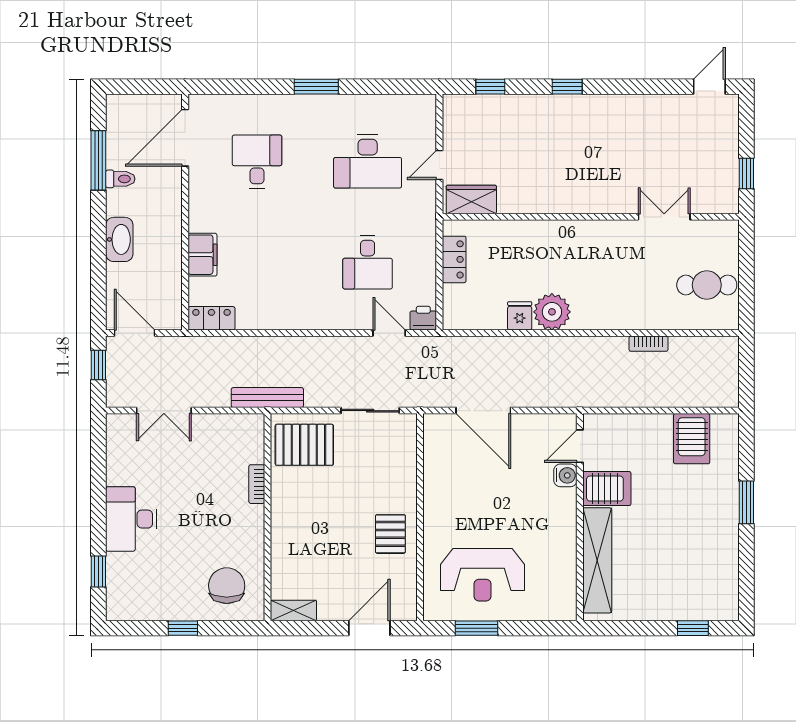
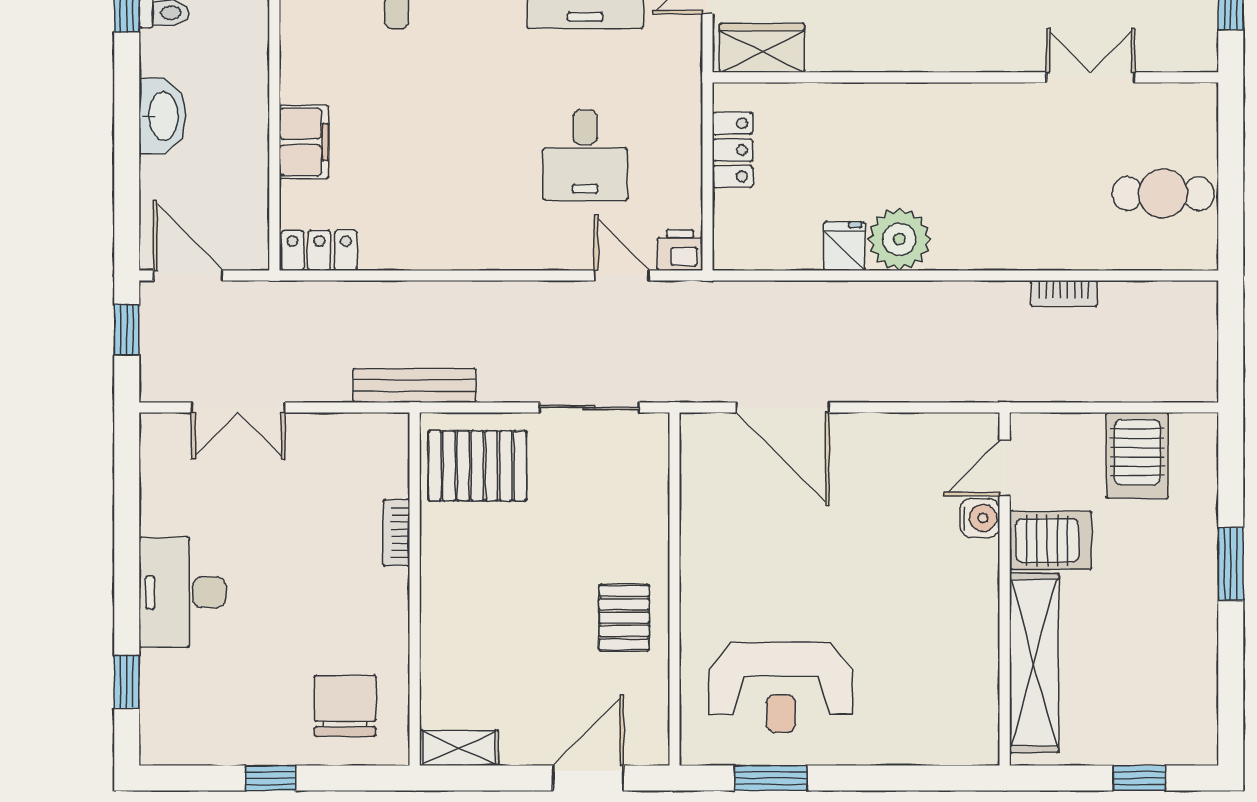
door: (580, 446) -> (1005, 468), moved
water cooler: (565, 475) -> (980, 518), moved
server rack: (607, 489) -> (1051, 540), moved
wall: (580, 517) -> (1005, 589), moved
shelving: (597, 560) -> (1034, 663), moved

